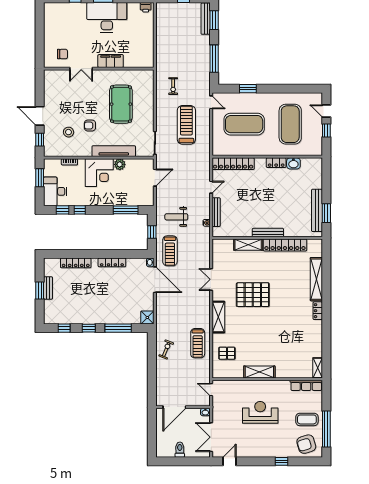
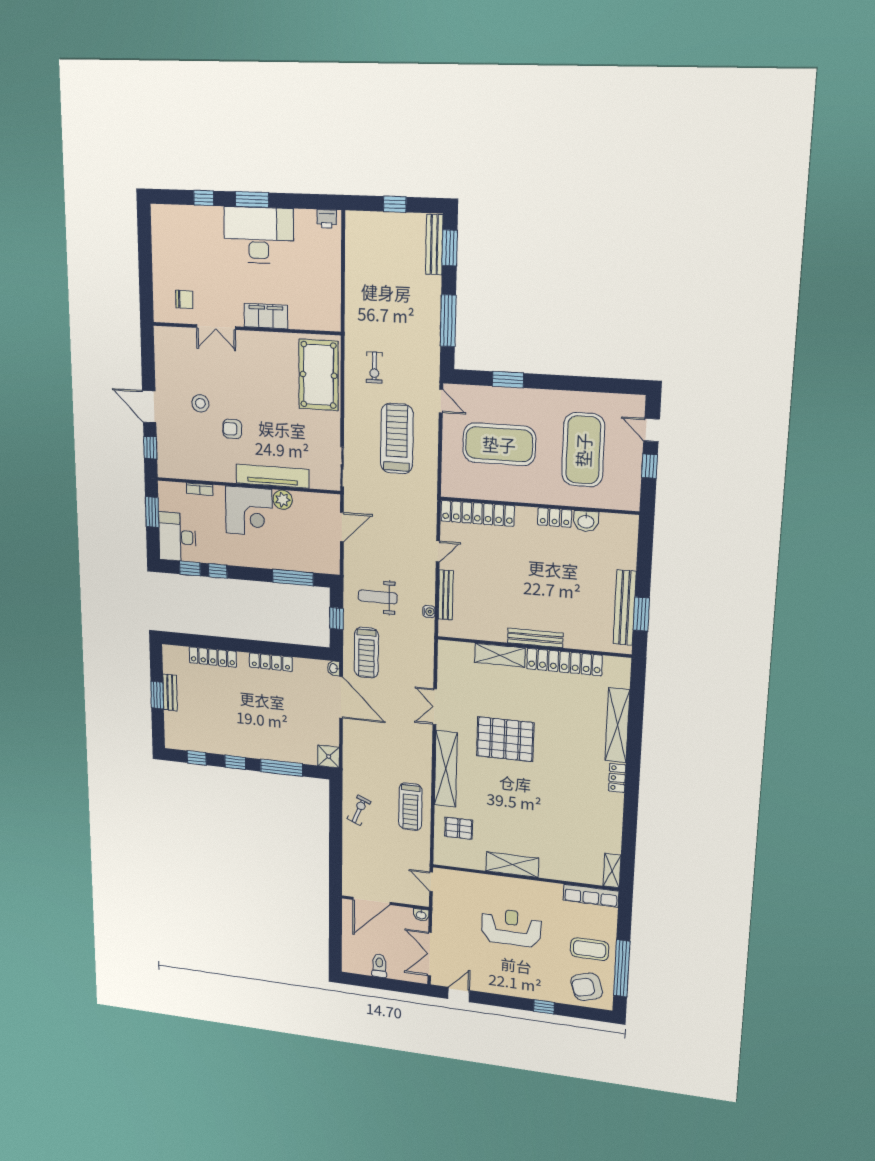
pool table: (121, 104) -> (319, 375), moved
stool: (69, 132) -> (200, 403), moved
shelving: (218, 317) -> (446, 769), width x1.47

